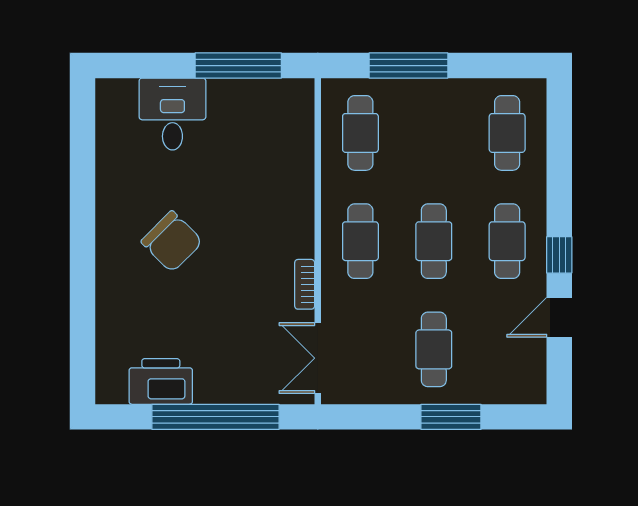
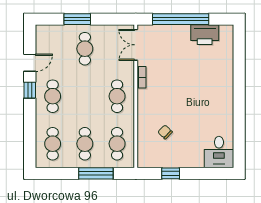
window: (238, 66) -> (171, 173), width x0.46
desk: (172, 114) -> (219, 152), moved
cafe table: (434, 241) -> (85, 144), moved
chair: (172, 242) -> (165, 132), moved, width x0.54, depth x0.54
double door: (318, 358) -> (136, 45), swing flipped

